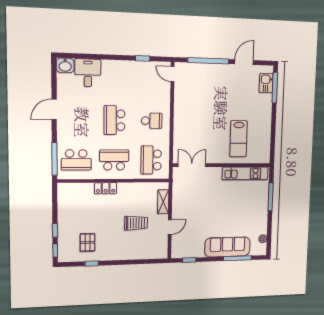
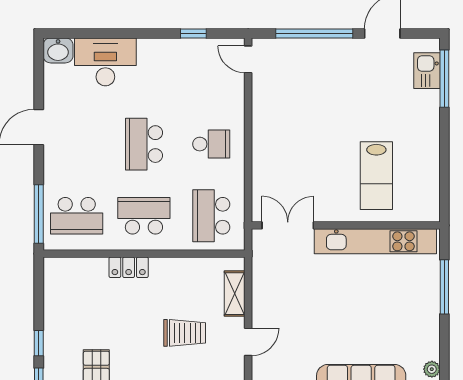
desk: (88, 73) -> (105, 62), width x1.37
kitchen unit: (245, 173) -> (375, 241), width x1.36

